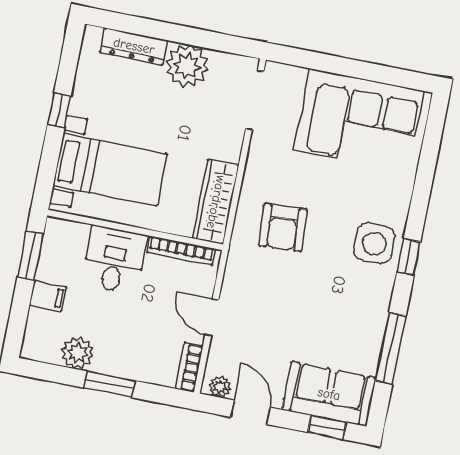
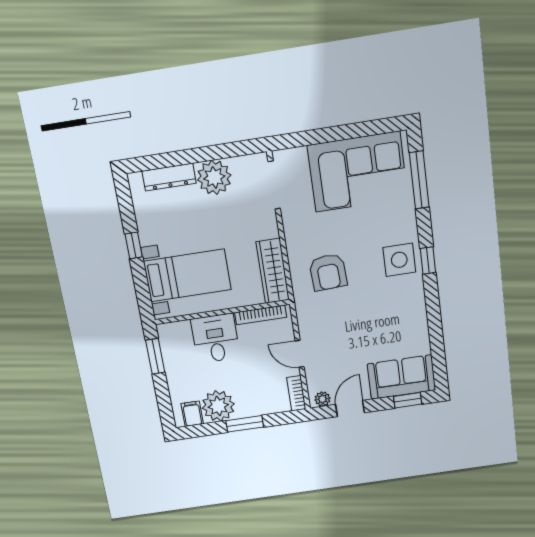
filing cabinet: (48, 296) -> (192, 414), moved, turned -90
window: (391, 348) -> (419, 180), moved
plant: (78, 353) -> (218, 406), width x1.36, depth x1.36
door: (250, 412) -> (350, 409), hinge flipped

